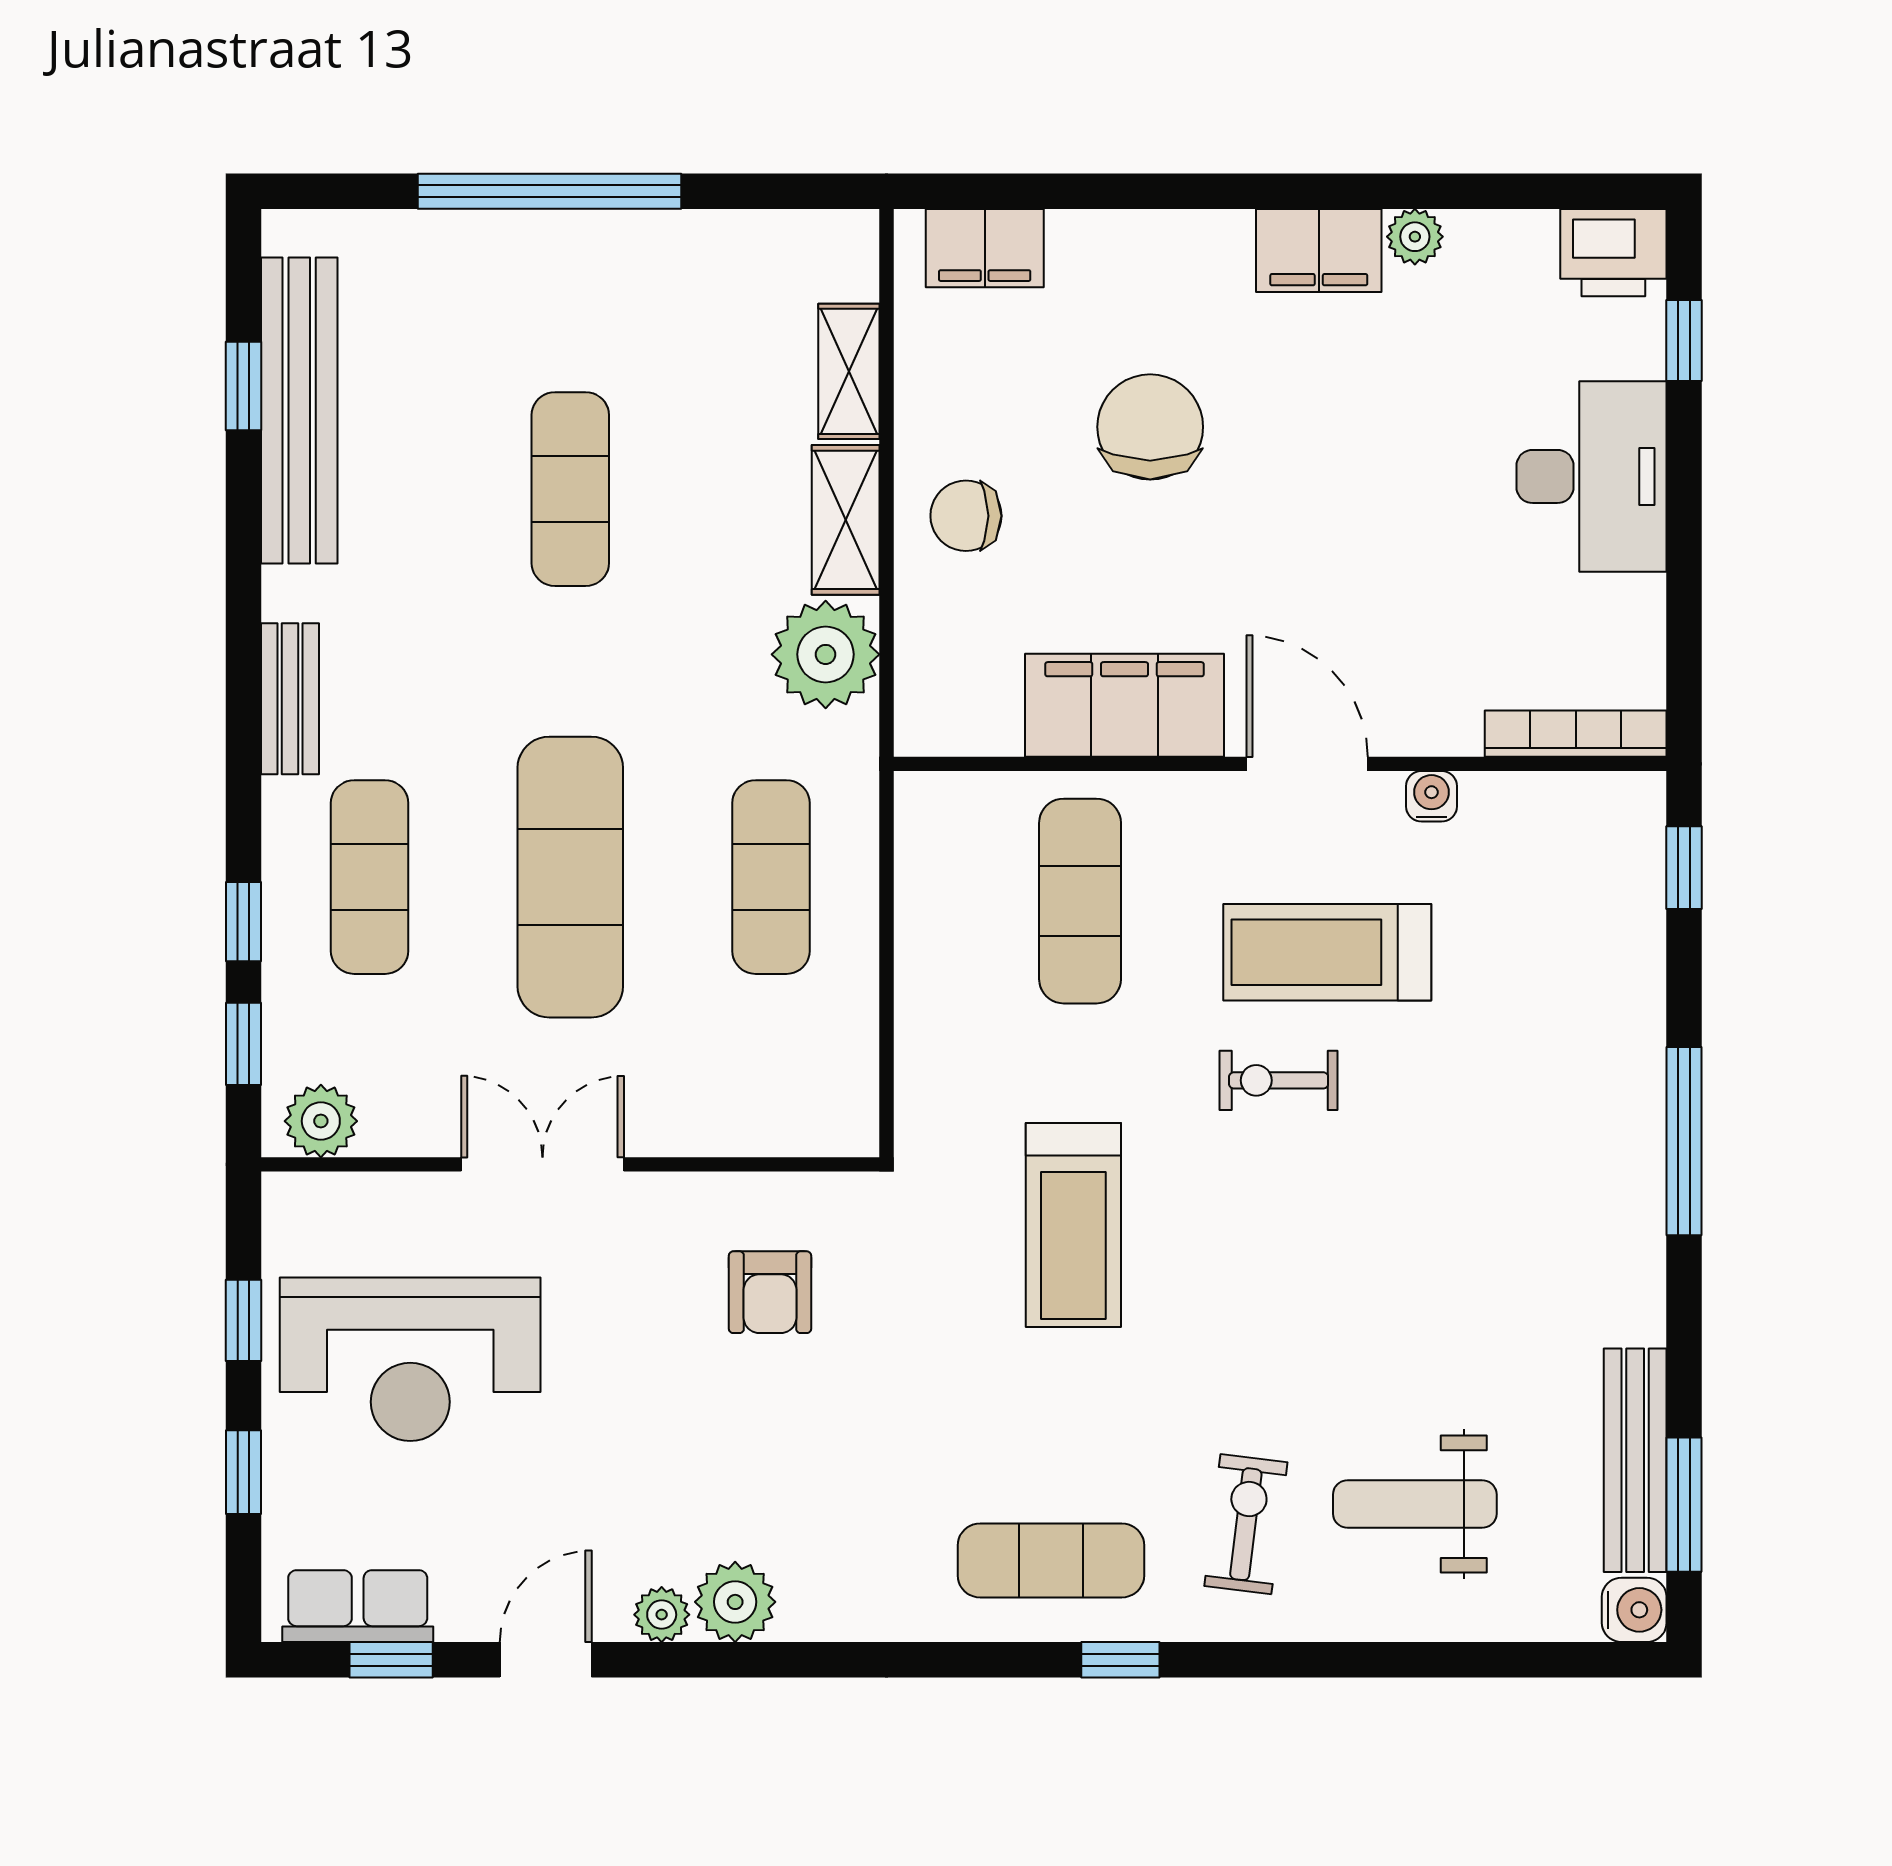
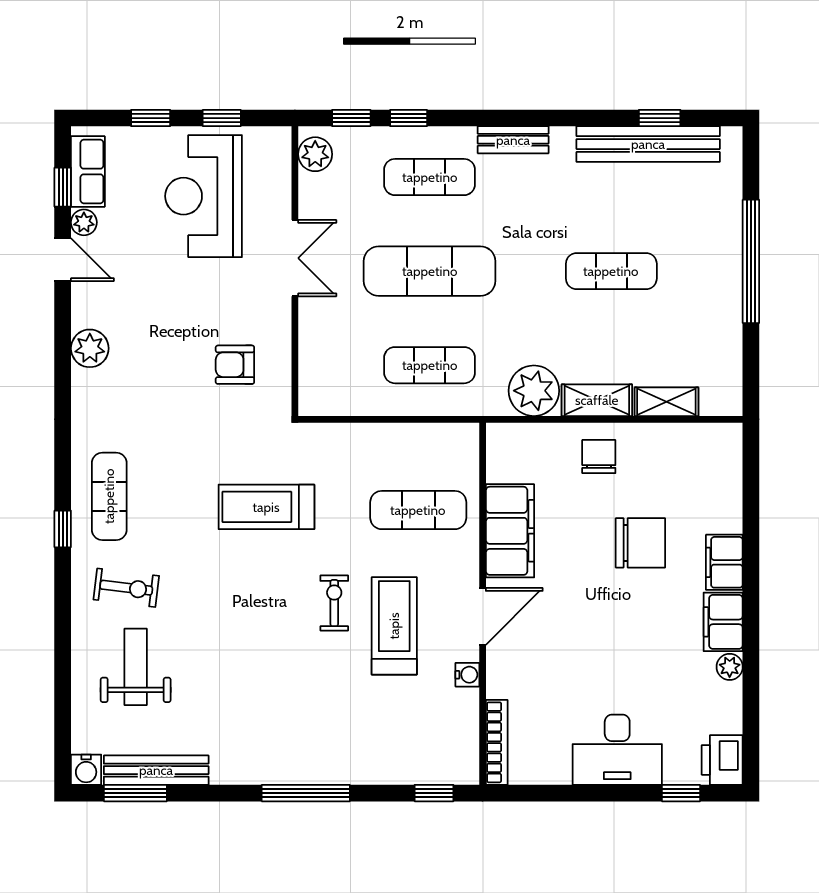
filing cabinet: (985, 248) -> (724, 562), moved
plant: (662, 1615) -> (84, 222), moved

